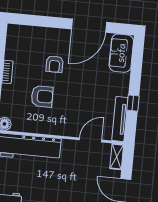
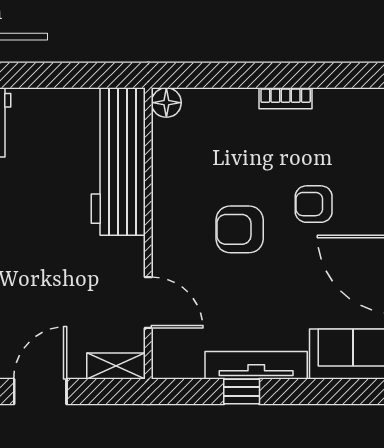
armchair: (42, 96) -> (240, 229), moved, turned 90
tv unit: (120, 119) -> (256, 365), moved

